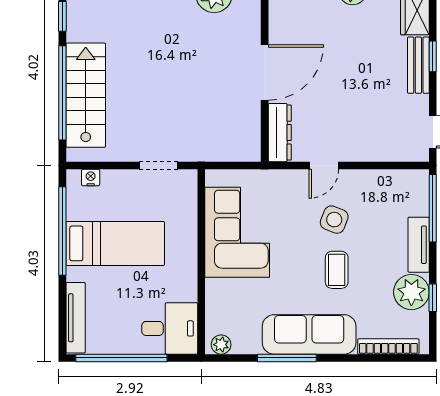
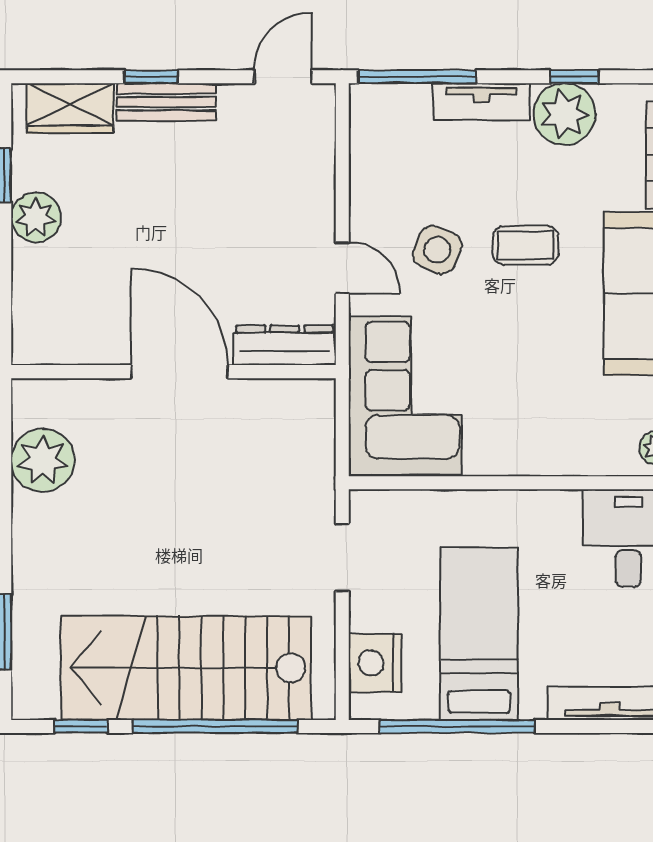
stairs: (86, 95) -> (186, 668), width x1.36, depth x1.51
nightstand: (91, 177) -> (375, 663), width x1.89, depth x1.79
corner sofa: (237, 232) -> (405, 396), moved, turned 90

